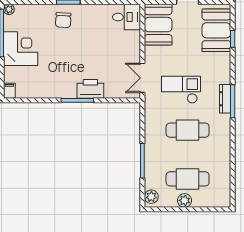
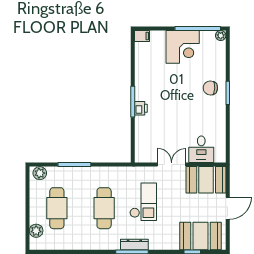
desk: (127, 17) -> (201, 149), moved
double door: (142, 78) -> (172, 165), moved
printer: (90, 89) -> (141, 108), width x0.53, depth x0.68
plant: (184, 200) -> (36, 231), moved

